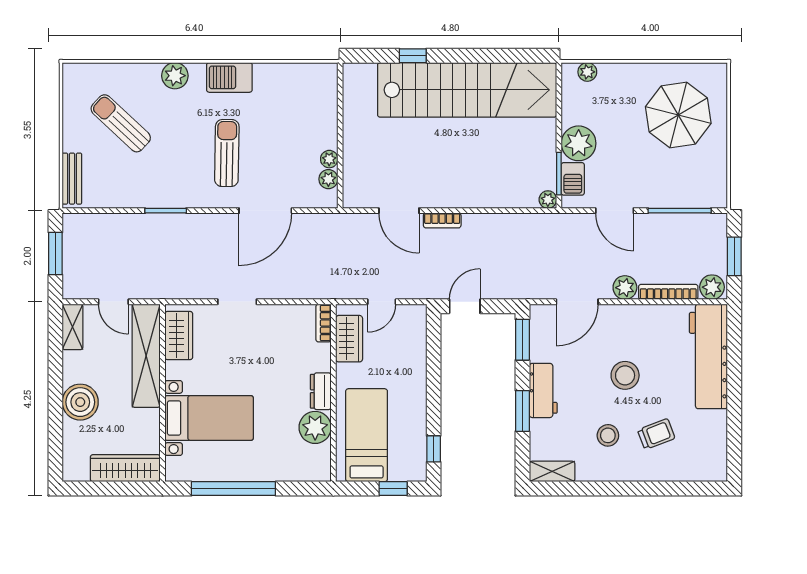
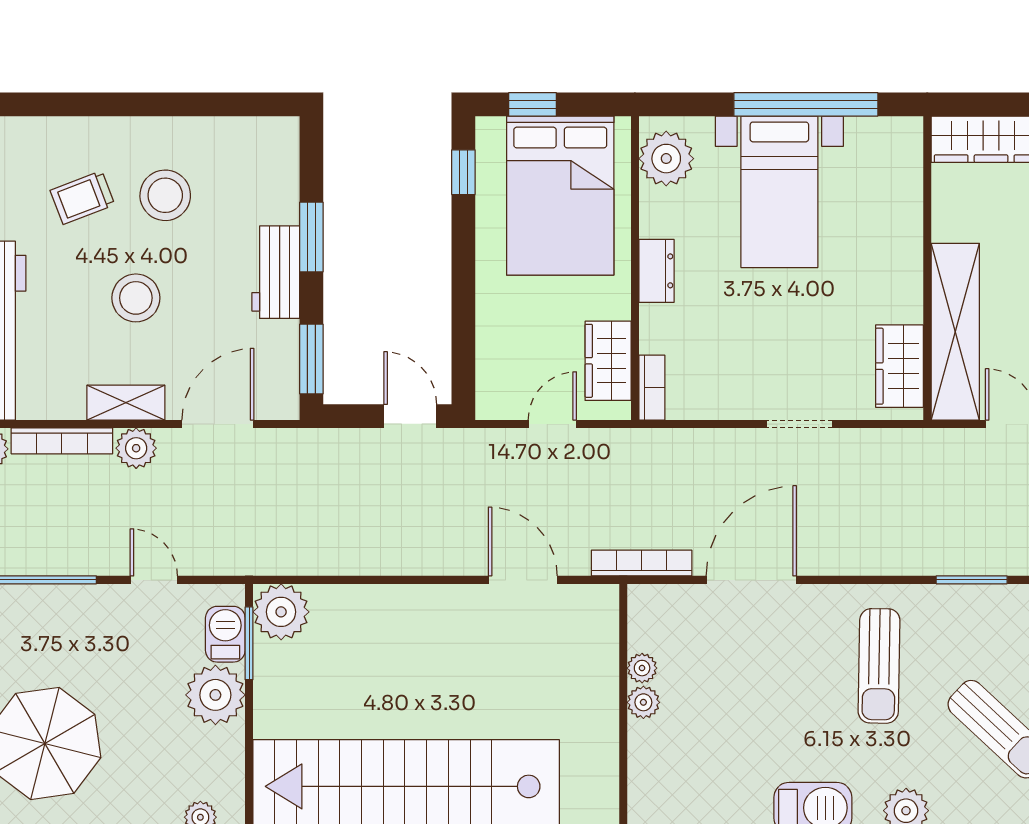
sun lounger: (227, 153) -> (879, 666), moved
plant: (328, 179) -> (643, 702), moved
plant: (548, 200) -> (281, 612), width x1.87, depth x1.87
window: (166, 211) -> (972, 580), moved
door: (615, 211) -> (154, 580), width x0.73
bookcase: (442, 220) -> (642, 563), moved, width x1.56
door: (465, 306) -> (410, 416), swing flipped
bed with nightstands: (209, 418) -> (779, 192), moved, turned -90
plant: (315, 427) -> (666, 159), moved
bed: (367, 435) -> (560, 196), width x1.50
stool: (608, 435) -> (165, 195), width x1.38, depth x1.38
shelving: (552, 471) -> (126, 403), moved

